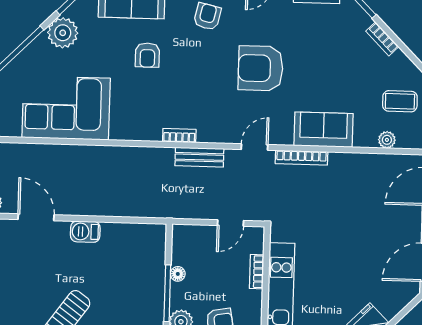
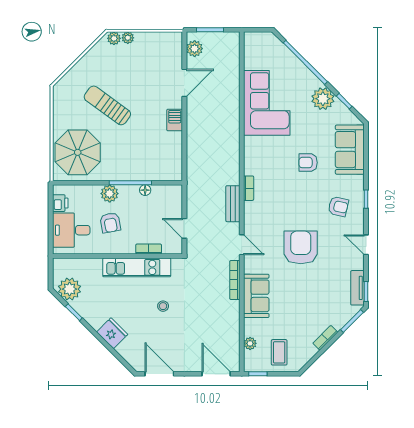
stool: (333, 255) -> (163, 306), added

